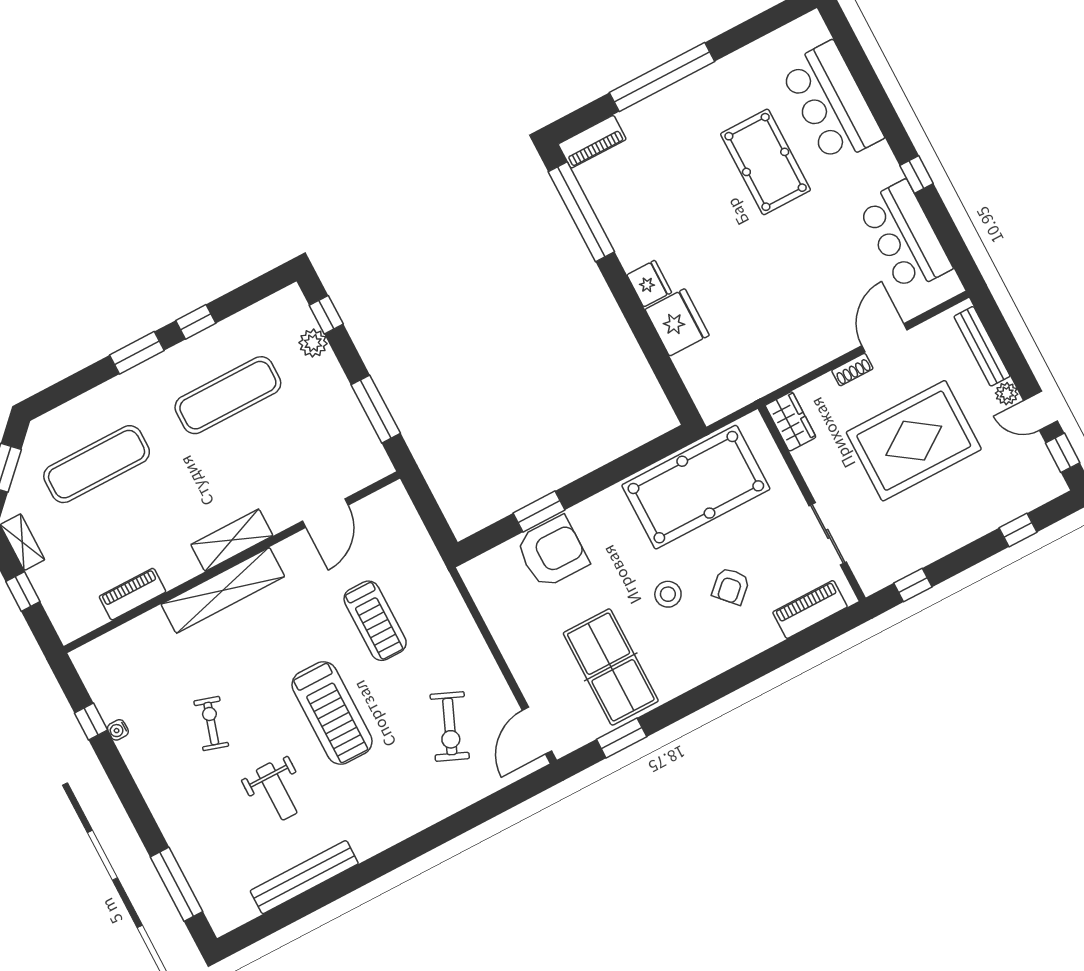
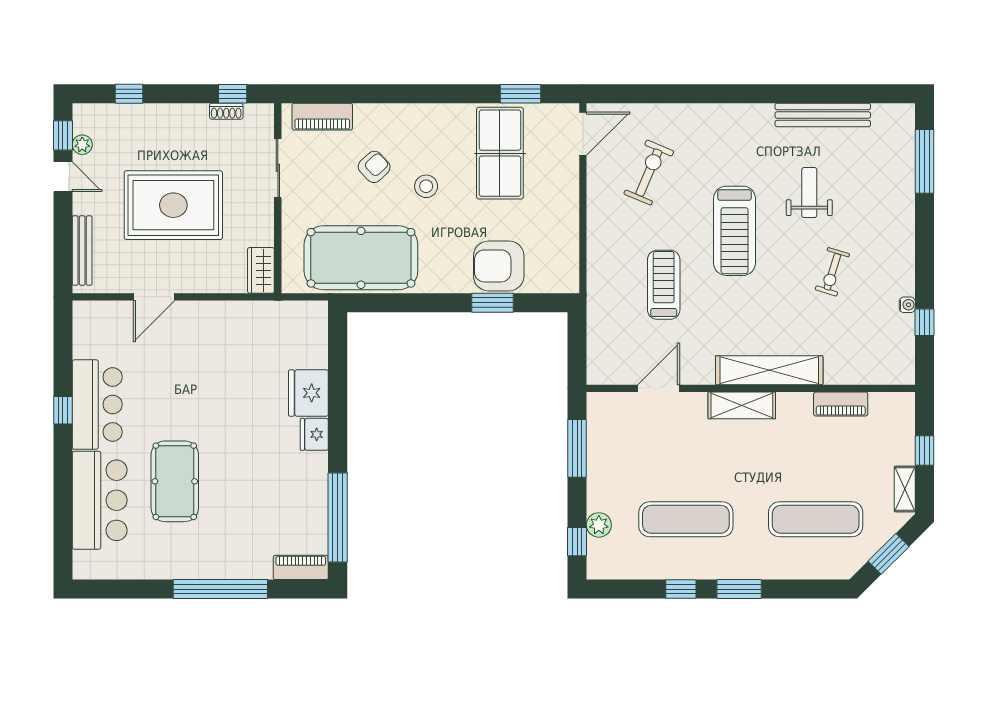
bar counter: (905, 237) -> (97, 404), moved
shoe rack: (852, 370) -> (226, 111), moved, turned 180
plant: (1007, 394) -> (82, 145), moved
treadmill: (332, 713) -> (735, 231), turned 180

